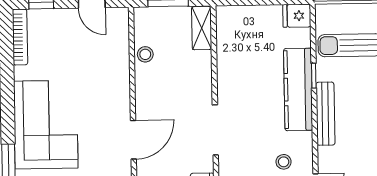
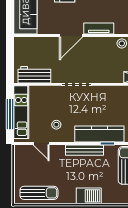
tv unit: (121, 93) -> (99, 29), added
door: (133, 140) -> (71, 36), hinge flipped

